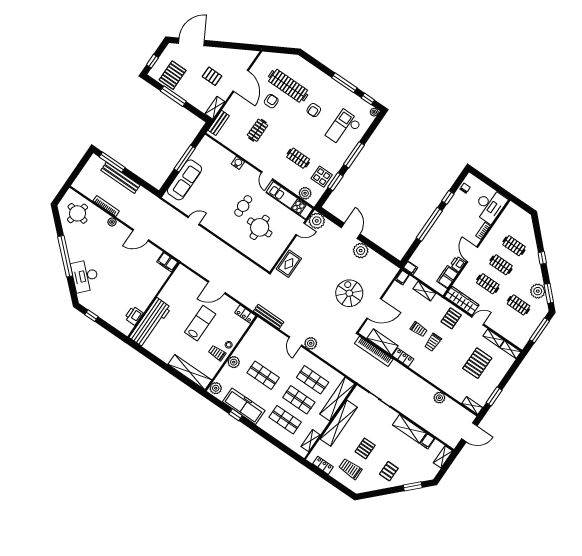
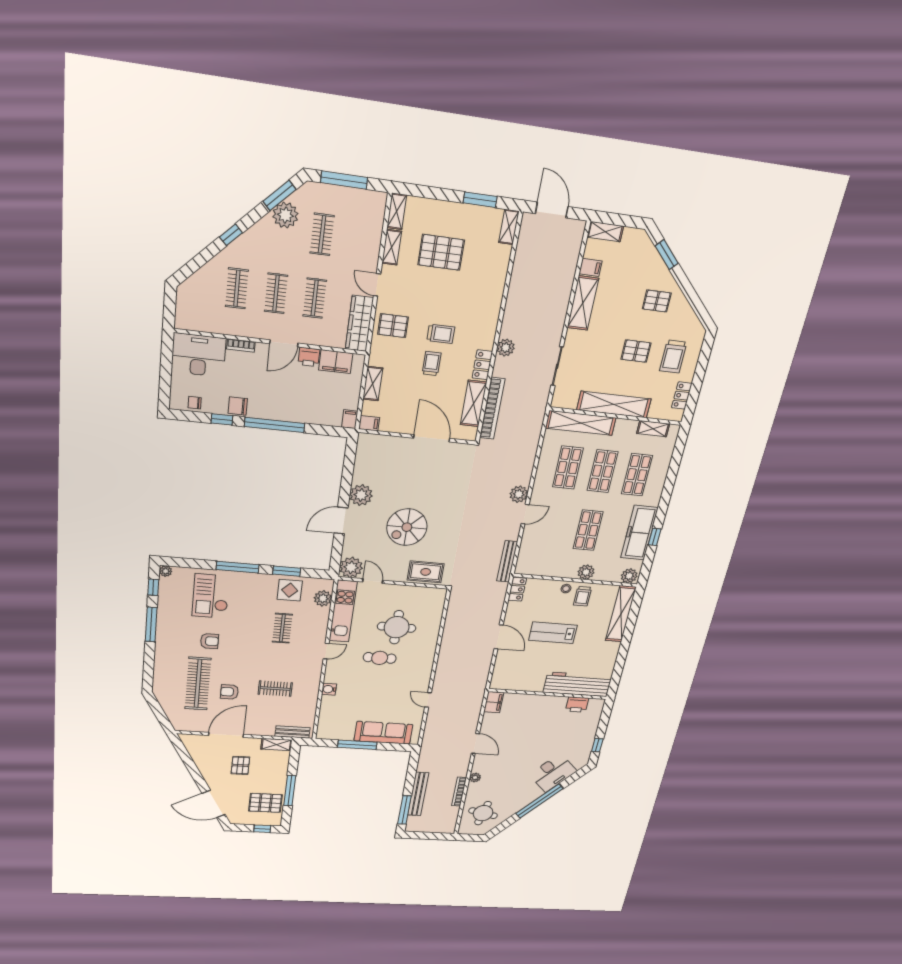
checkout: (344, 128) -> (211, 596), turned 90
chair: (451, 210) -> (238, 406), added
spiral stairs: (349, 293) -> (407, 527), moved
plant: (439, 398) -> (506, 348), moved

